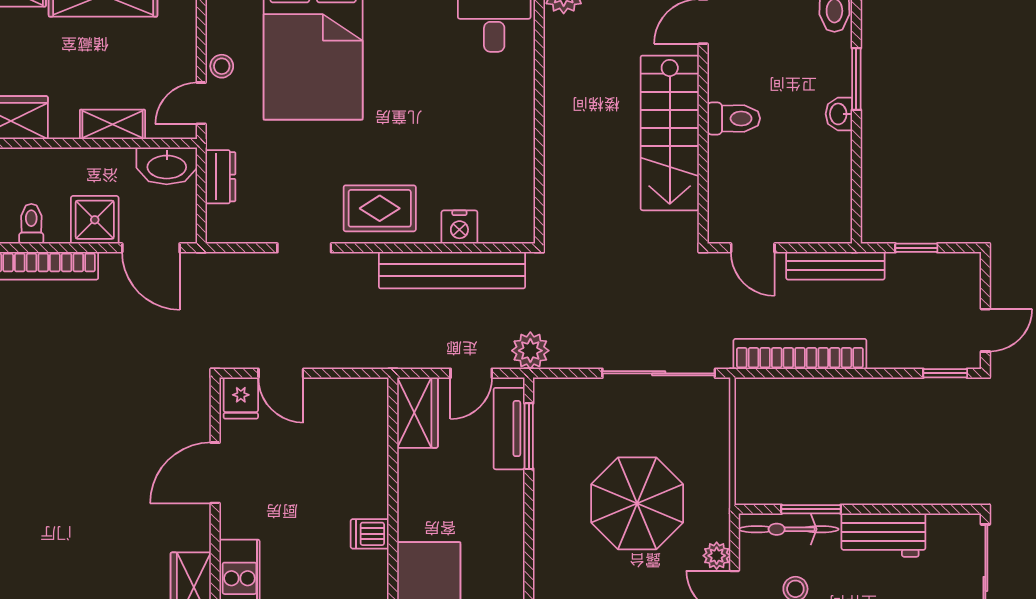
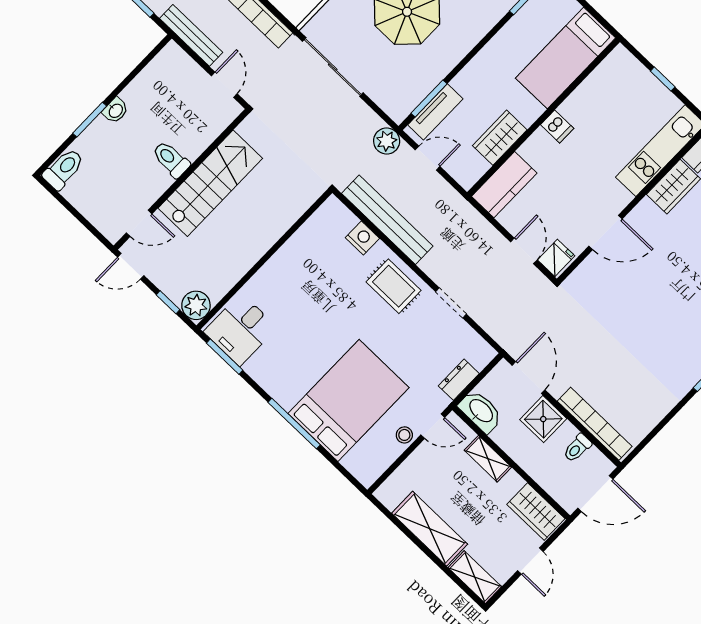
wardrobe: (417, 413) -> (500, 138), moved
kitchen counter: (367, 422) -> (504, 185), added

